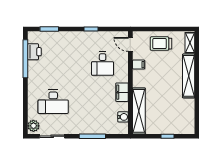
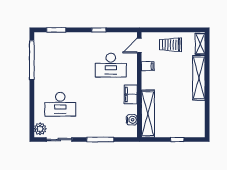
door: (130, 44) -> (139, 46), hinge flipped
printer: (34, 52) -> (41, 53), removed
desk: (103, 64) -> (111, 65), width x1.37

